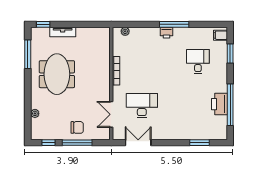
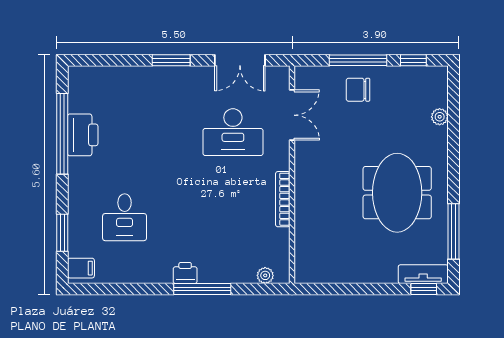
window: (174, 24) -> (202, 289), moved
tv unit: (63, 32) -> (423, 274), moved
window: (200, 143) -> (171, 60), moved

